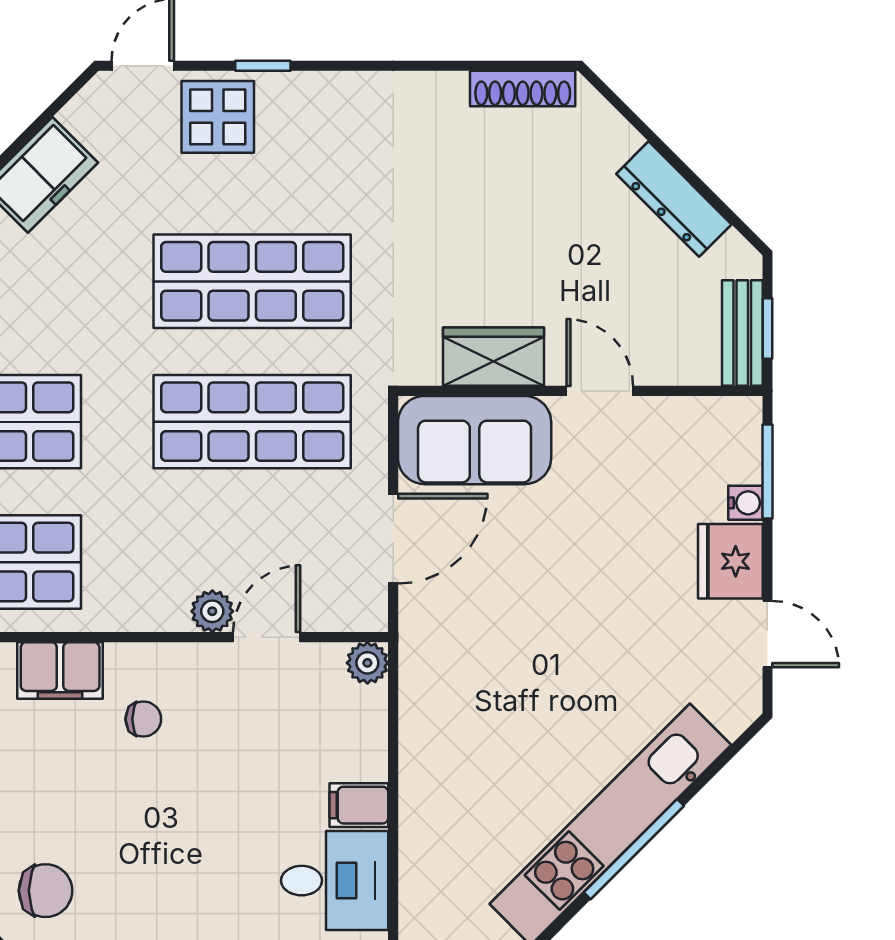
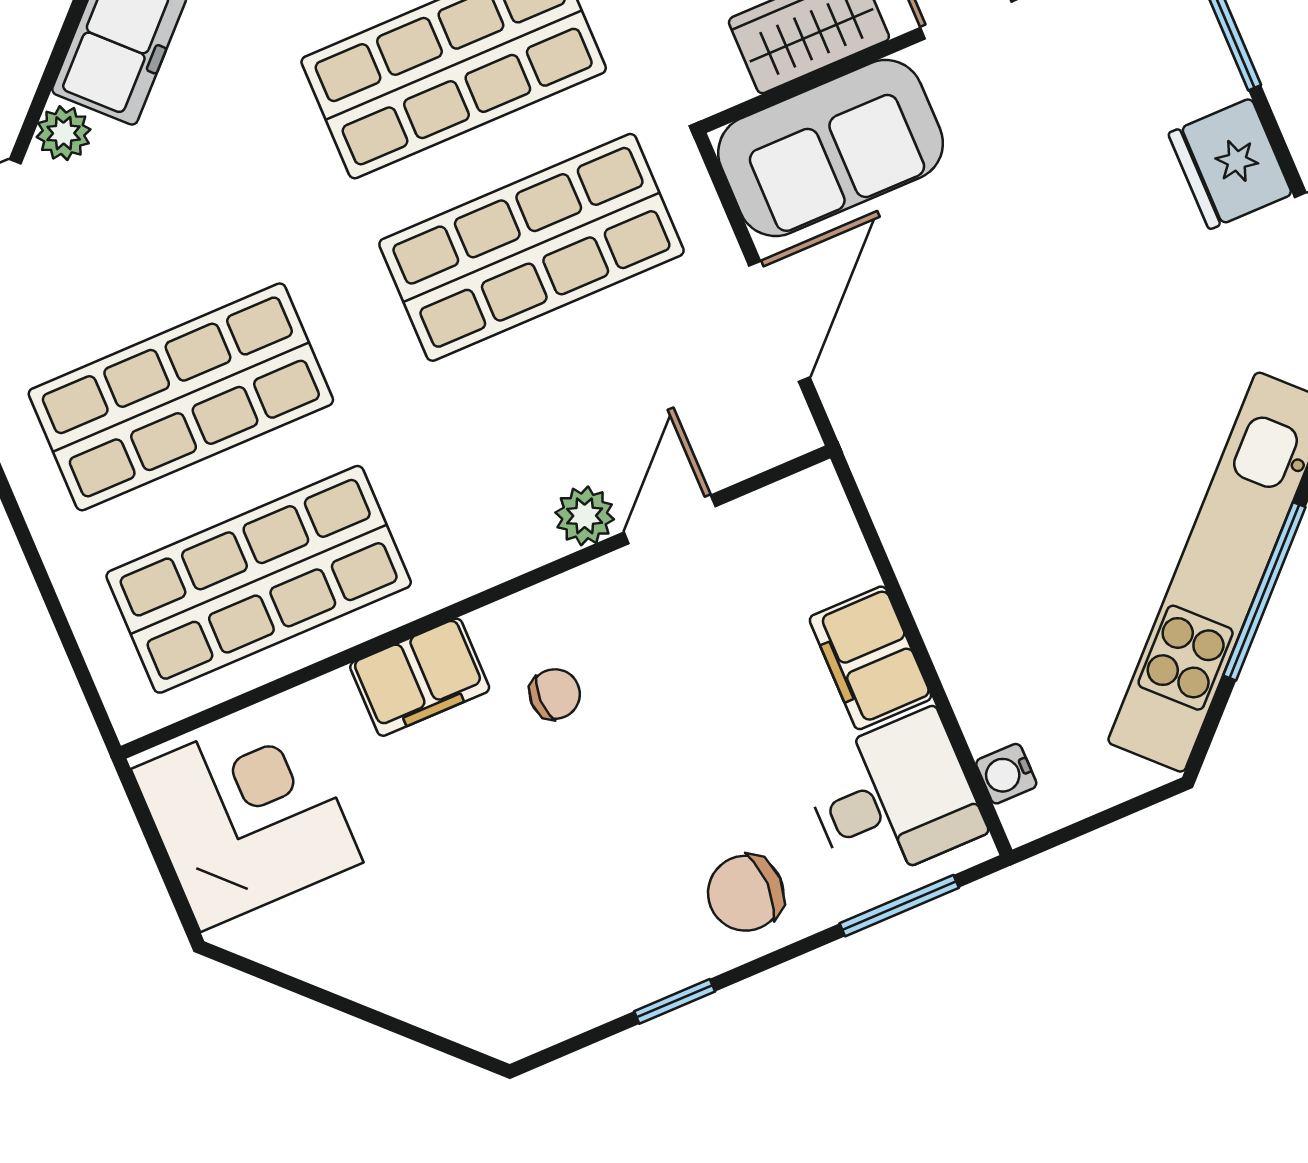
water cooler: (745, 503) -> (1006, 774), moved, turned 180
plant: (367, 663) -> (815, 497), removed
filing cabinet: (359, 805) -> (870, 658), width x2.00
chair: (46, 891) -> (746, 893), moved, turned 180

